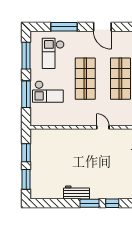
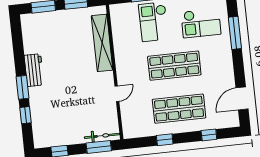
door: (102, 27) -> (242, 98), moved
checkout: (53, 53) -> (201, 23), turned 180
shelving: (60, 135) -> (102, 43), added

